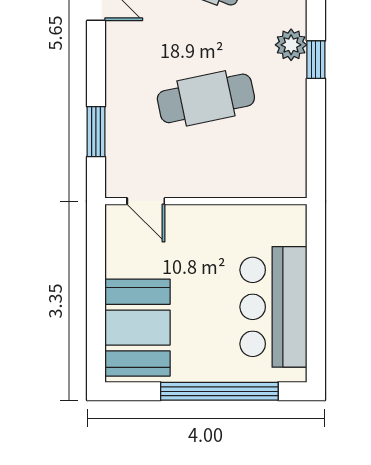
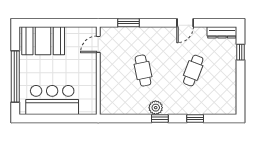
plant: (291, 45) -> (156, 108), moved
cafe table: (206, 98) -> (143, 71), width x0.73, depth x0.74

